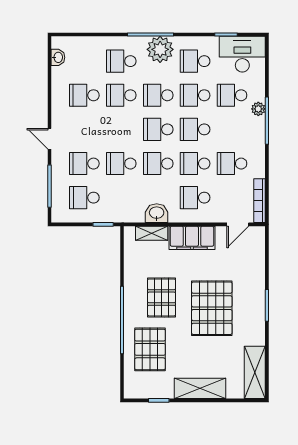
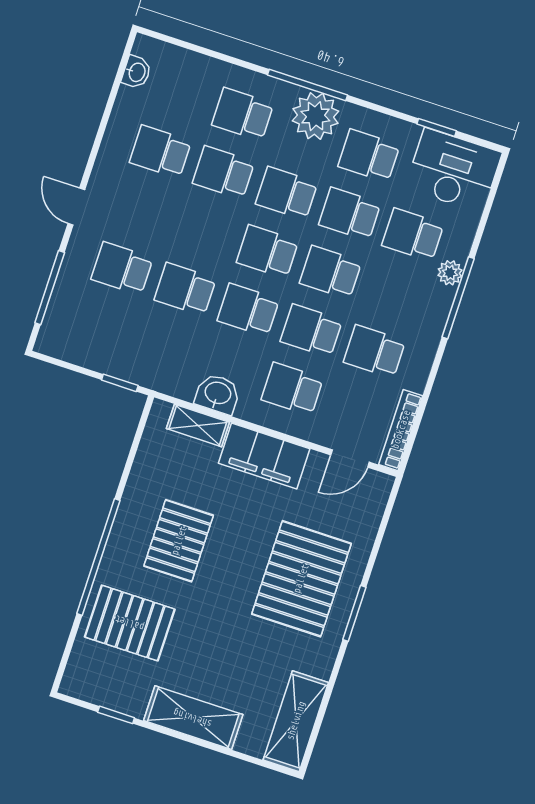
school desk: (84, 198) -> (103, 327), removed
pallet: (212, 308) -> (301, 579), moved
pallet: (150, 349) -> (130, 623), turned 90

